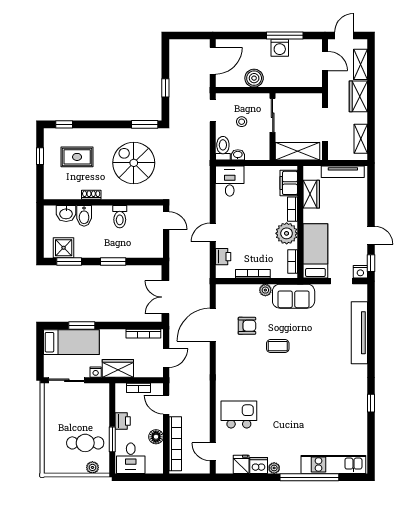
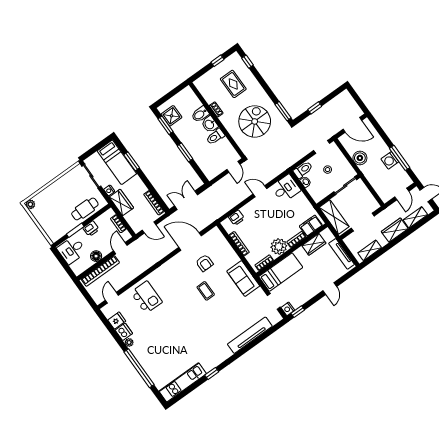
washbasin: (66, 213) -> (210, 124), moved
door: (213, 233) -> (260, 191), moved
door: (371, 235) -> (330, 289), moved
plant: (265, 290) -> (235, 259), removed
cafe table: (85, 443) -> (85, 209), moved, turned 90
kitchen unit: (333, 464) -> (183, 382), moved, turned -90
plant: (92, 467) -> (30, 204), moved

